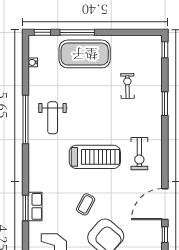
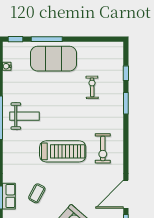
window: (165, 50) -> (126, 73), moved
weight bench: (53, 118) -> (25, 116), turned -90
coffee table: (86, 204) -> (37, 193), moved

